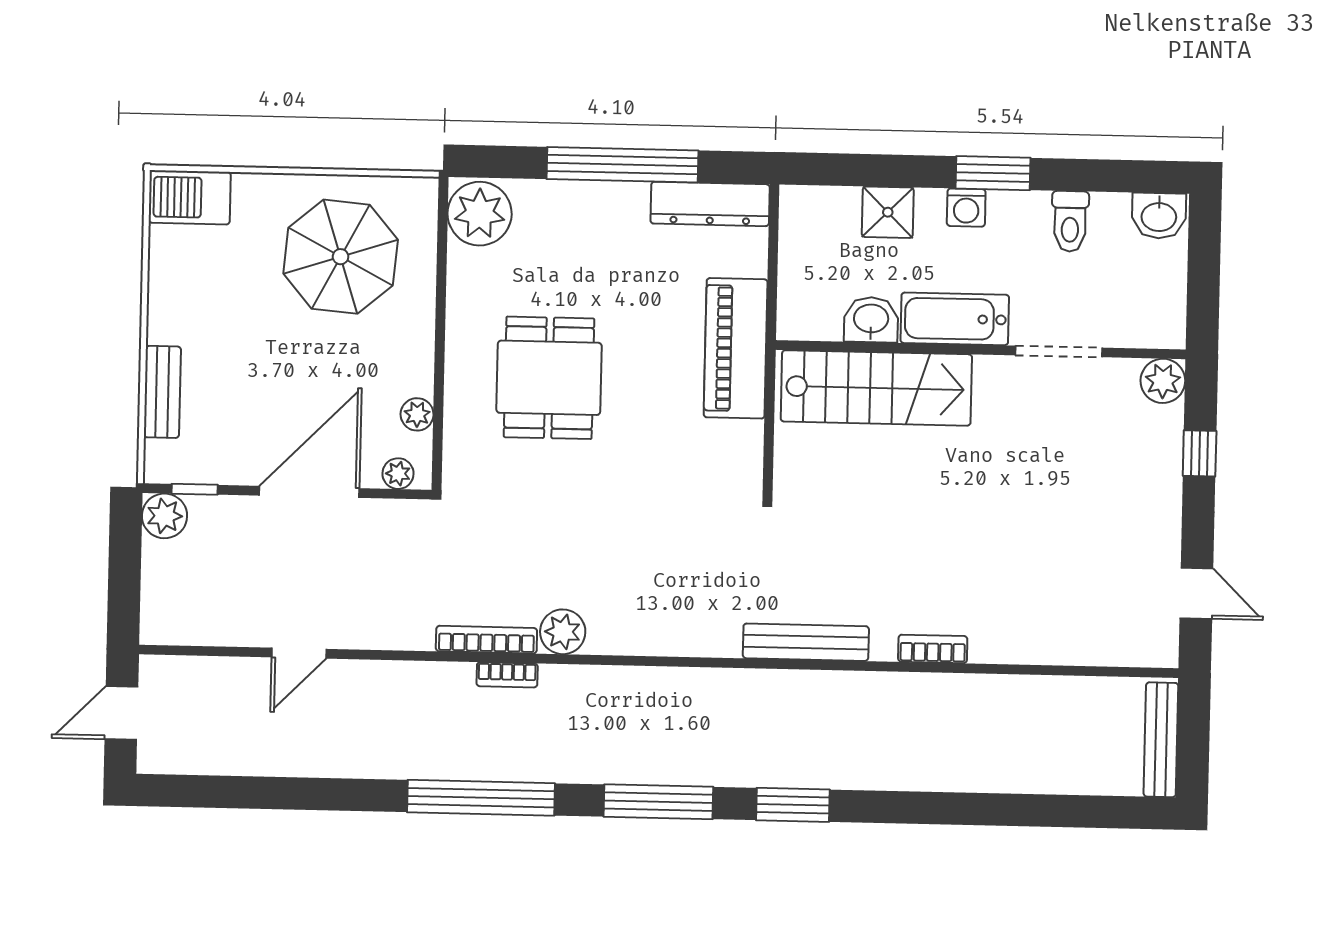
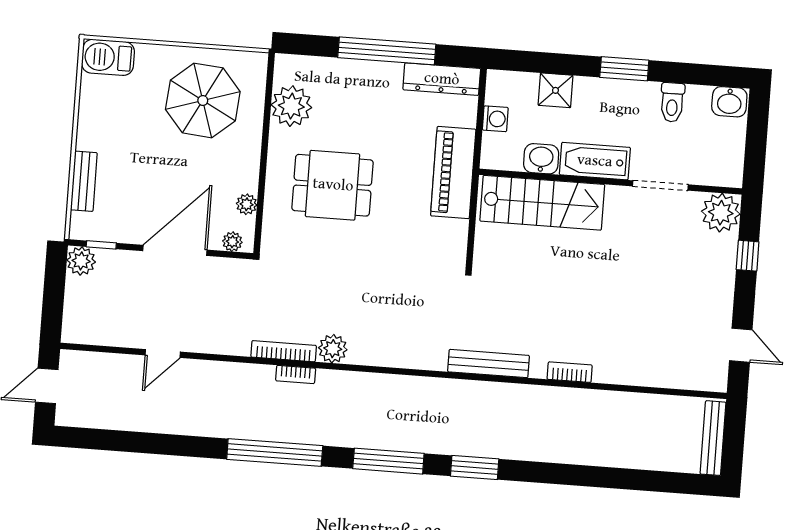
washing machine: (966, 208) -> (495, 119), moved, turned -90
plant: (480, 214) -> (291, 106), moved
dining table: (549, 378) -> (333, 185), turned 90
plant: (1163, 381) -> (721, 213), width x1.36, depth x1.36

